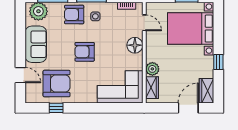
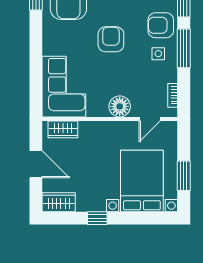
armchair: (74, 15) -> (161, 25), turned -90
plant: (152, 69) -> (88, 130), removed
door: (188, 108) -> (36, 164), moved

